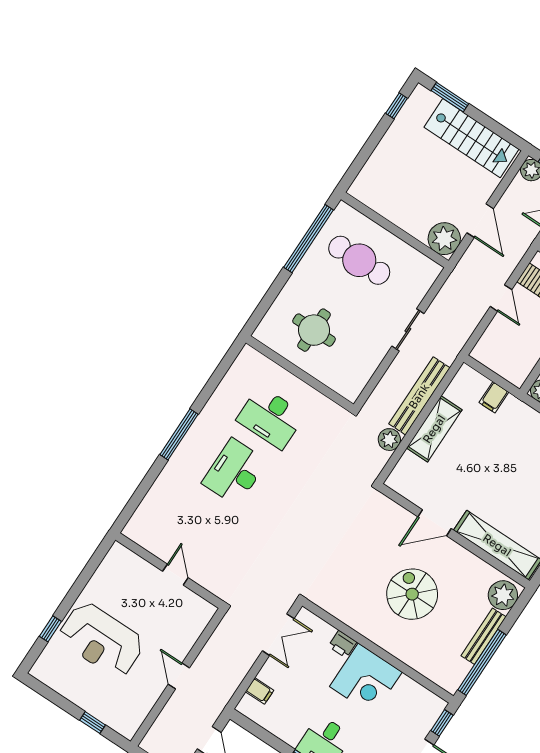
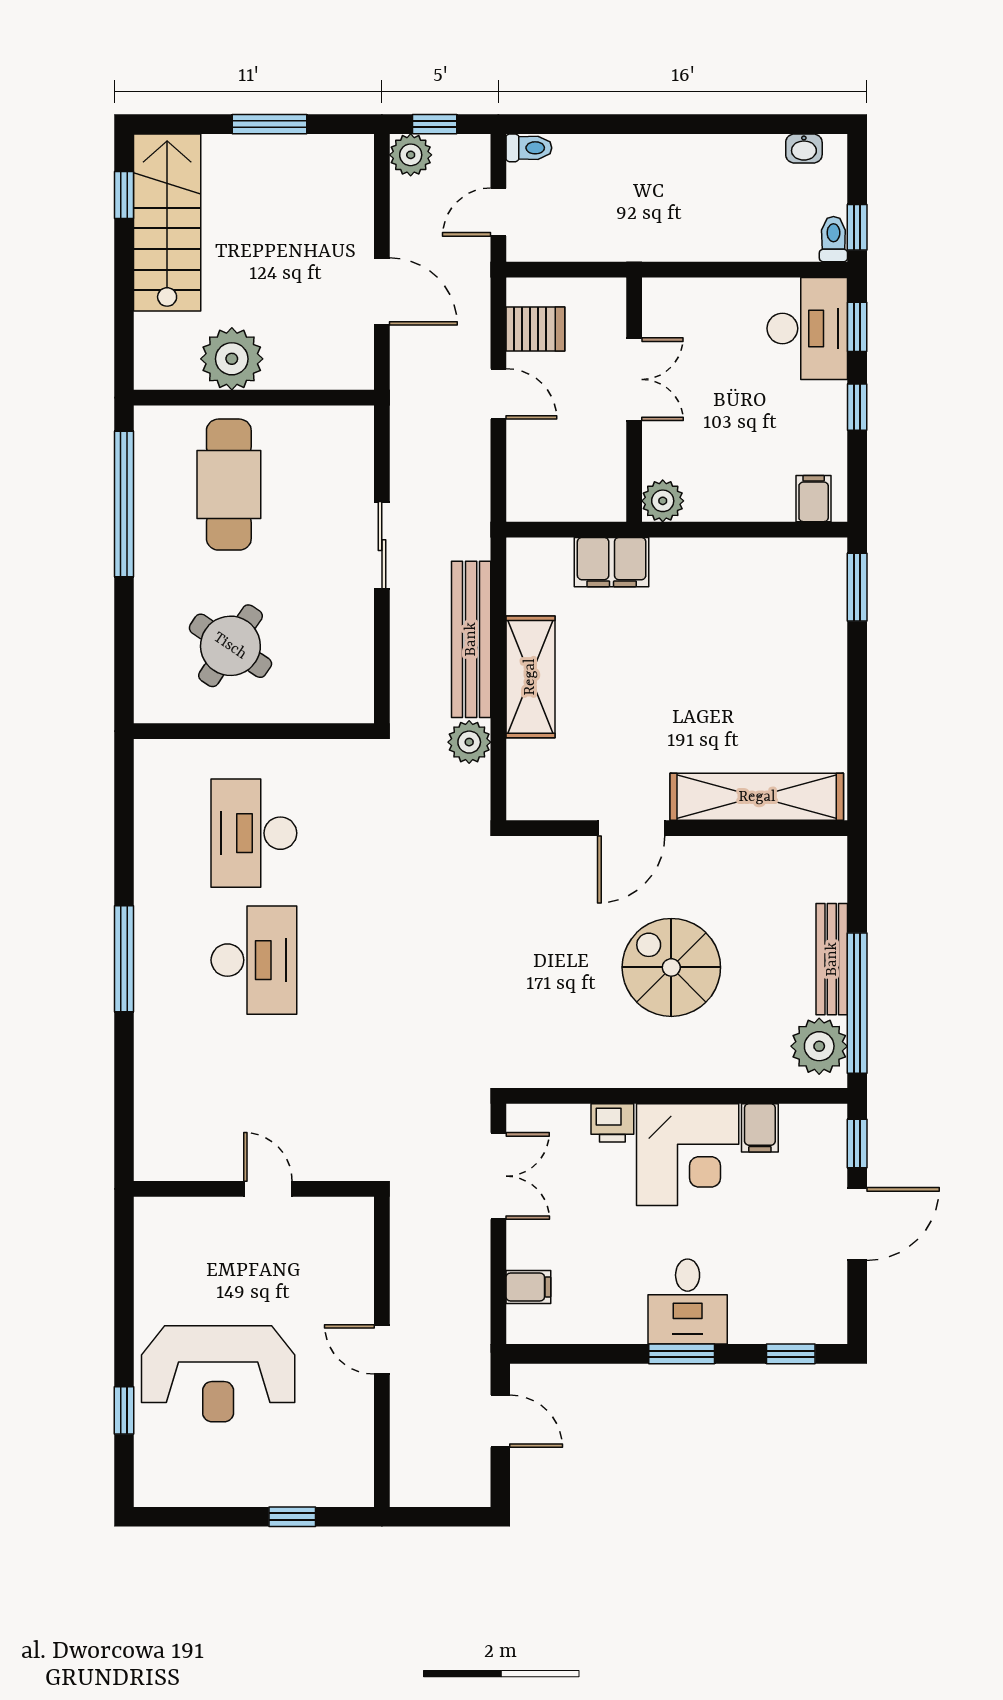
window: (450, 97) -> (270, 124), moved
stairs: (472, 138) -> (167, 222), moved, turned -90
plant: (444, 239) -> (232, 359), moved
cafe table: (359, 260) -> (229, 485), turned 90
round table: (314, 330) -> (230, 646), turned 34
filing cabinet: (494, 397) -> (612, 562), width x2.00
desk: (271, 417) -> (254, 833), turned 90
desk: (235, 472) -> (254, 960), turned 180
plant: (503, 595) -> (819, 1046), moved
filing cabinet: (405, 688) -> (760, 1128), added

